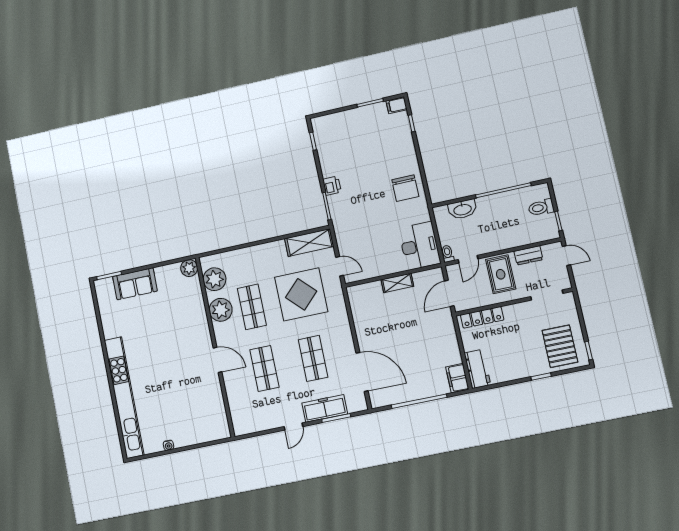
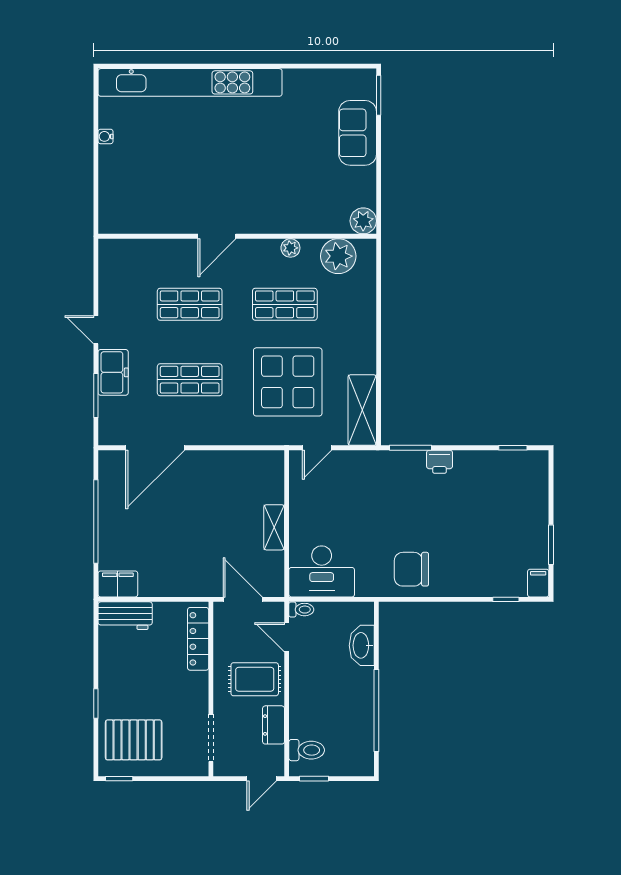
toilet: (541, 207) -> (307, 750), moved, turned 90
plant: (221, 310) -> (290, 248), width x0.53, depth x0.53
freezer: (325, 408) -> (113, 372), width x0.71

